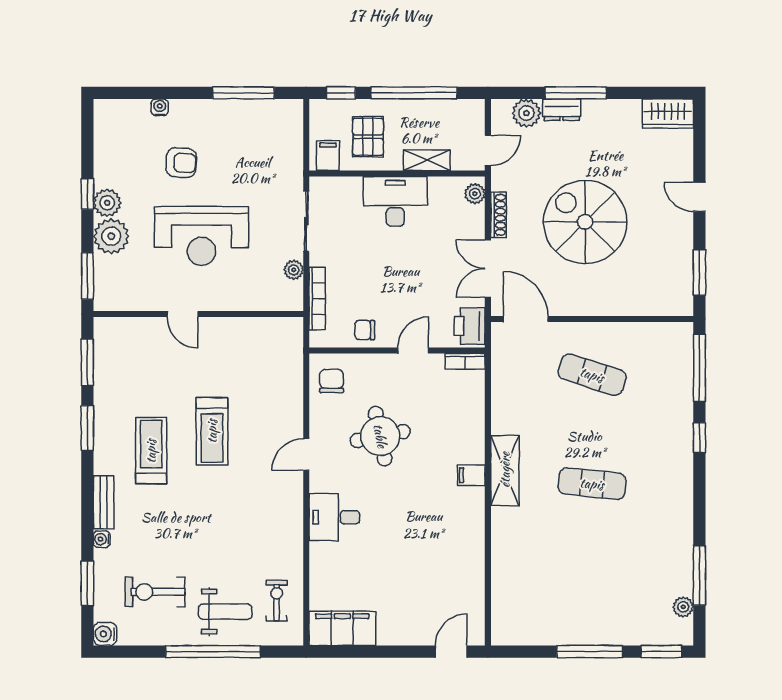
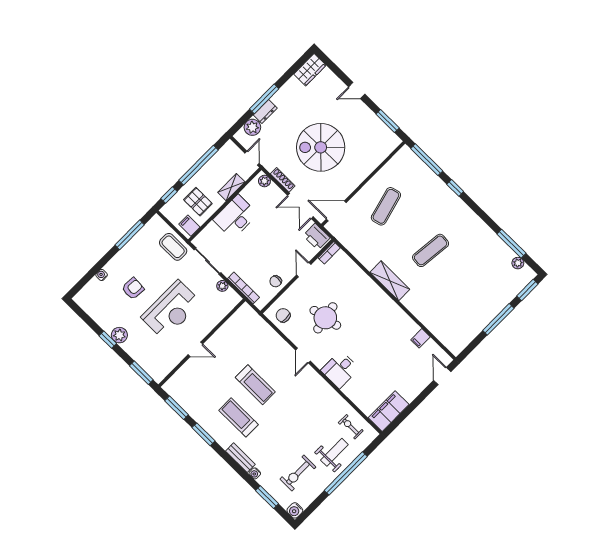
coffee table: (282, 161) -> (173, 247), added
plant: (111, 236) -> (135, 347), removed
exercise mat: (592, 375) -> (386, 206), turned -33
filing cabinet: (471, 475) -> (420, 338), moved

